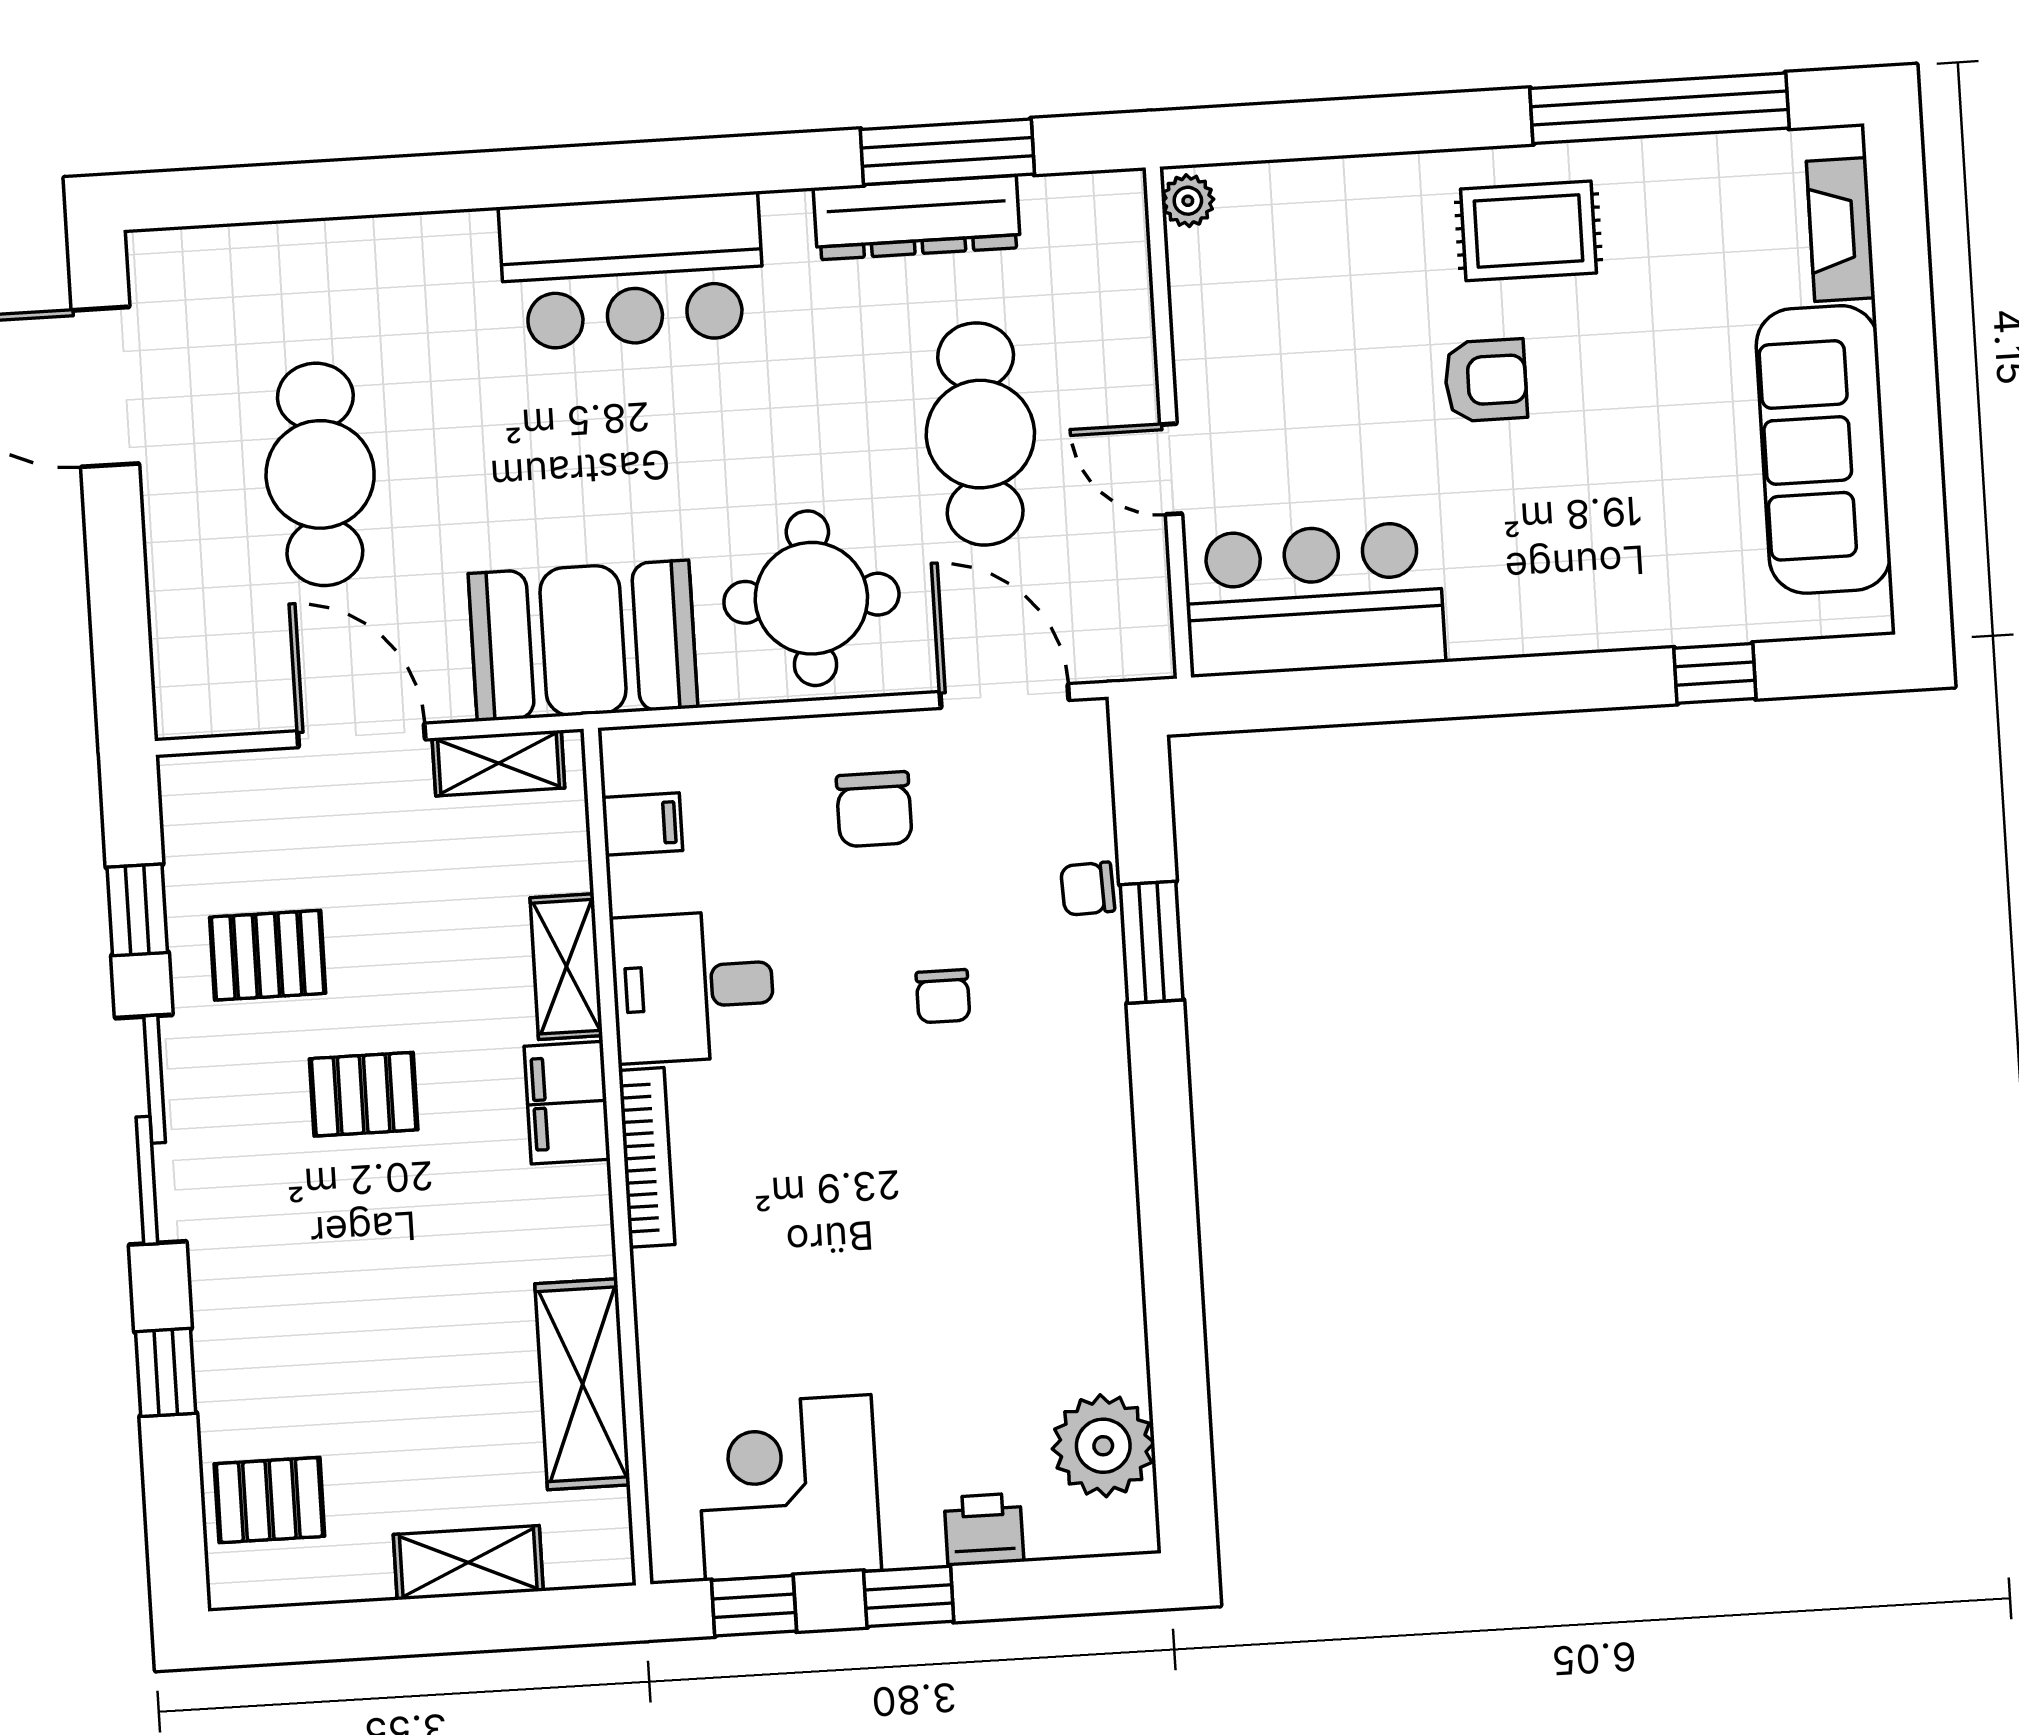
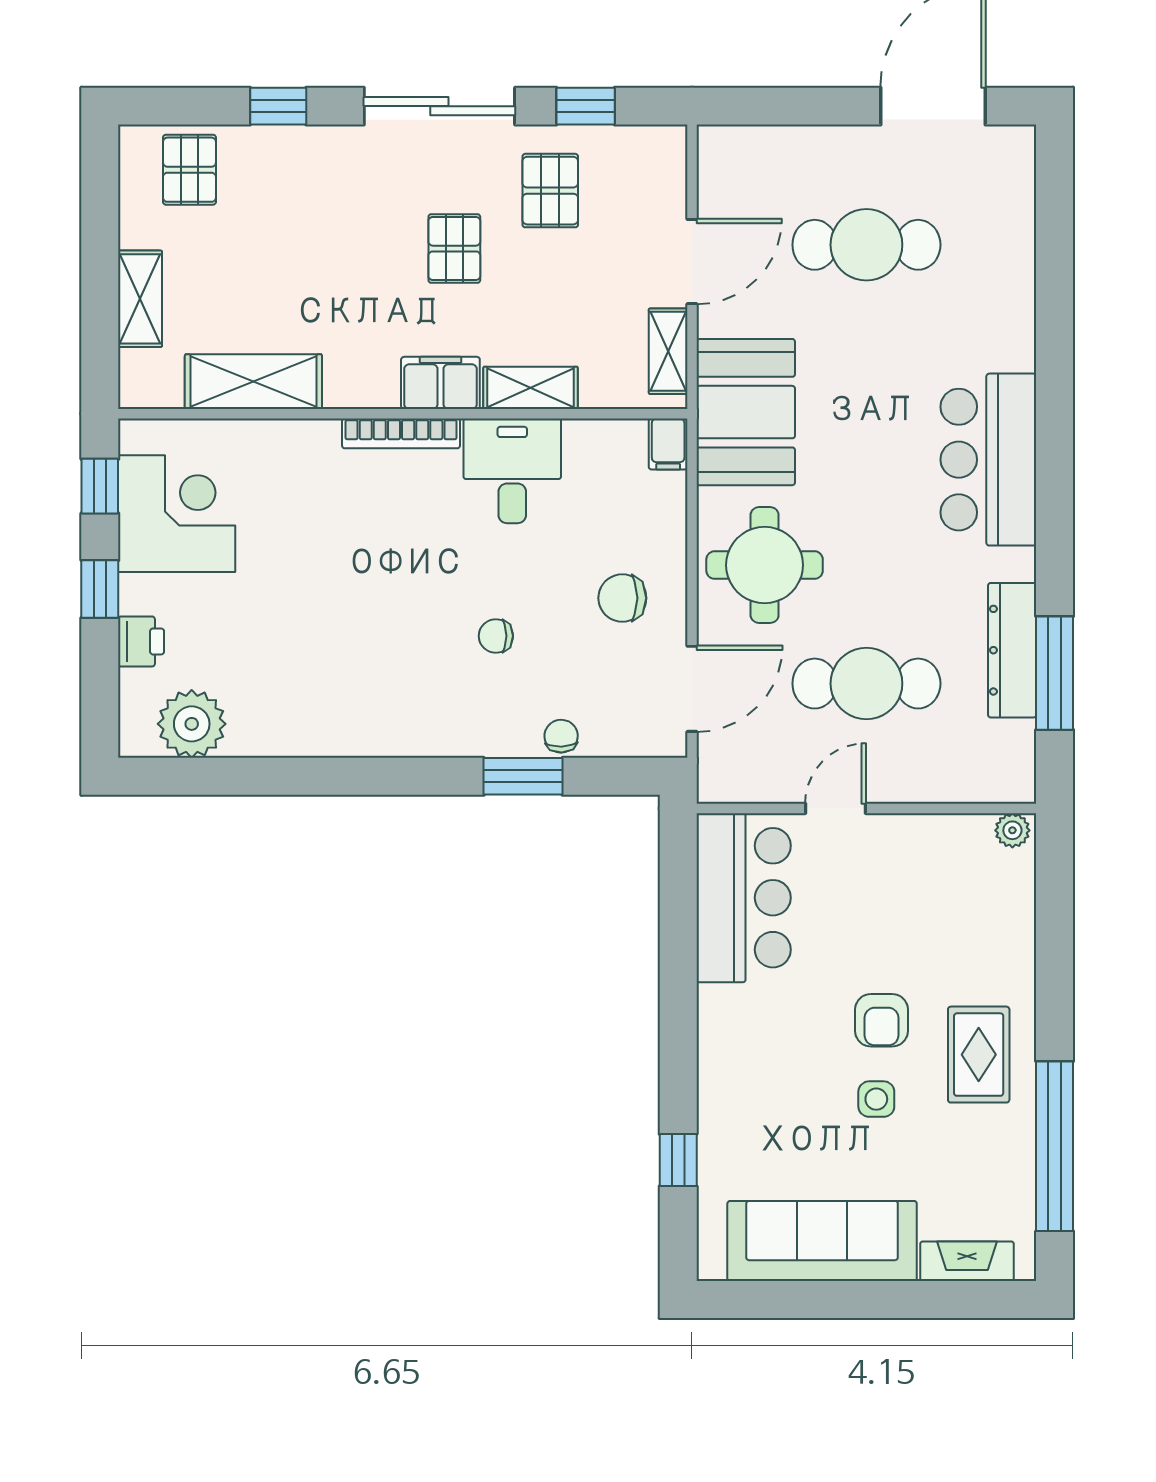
side table: (1605, 381) -> (876, 1099), added
filing cabinet: (642, 824) -> (668, 444), moved

